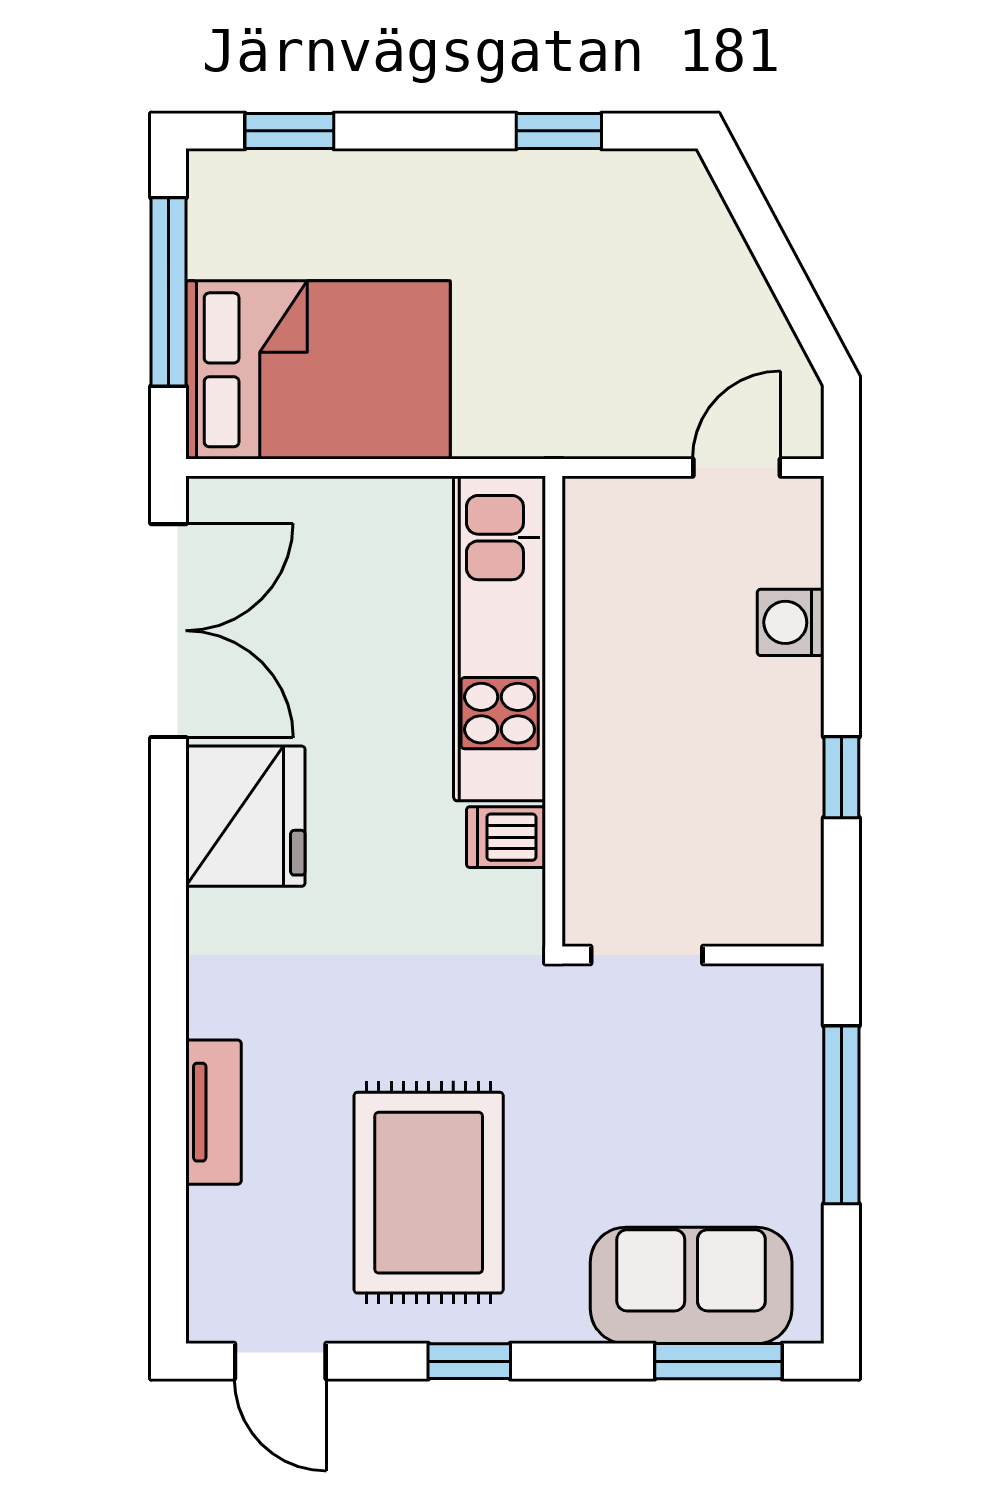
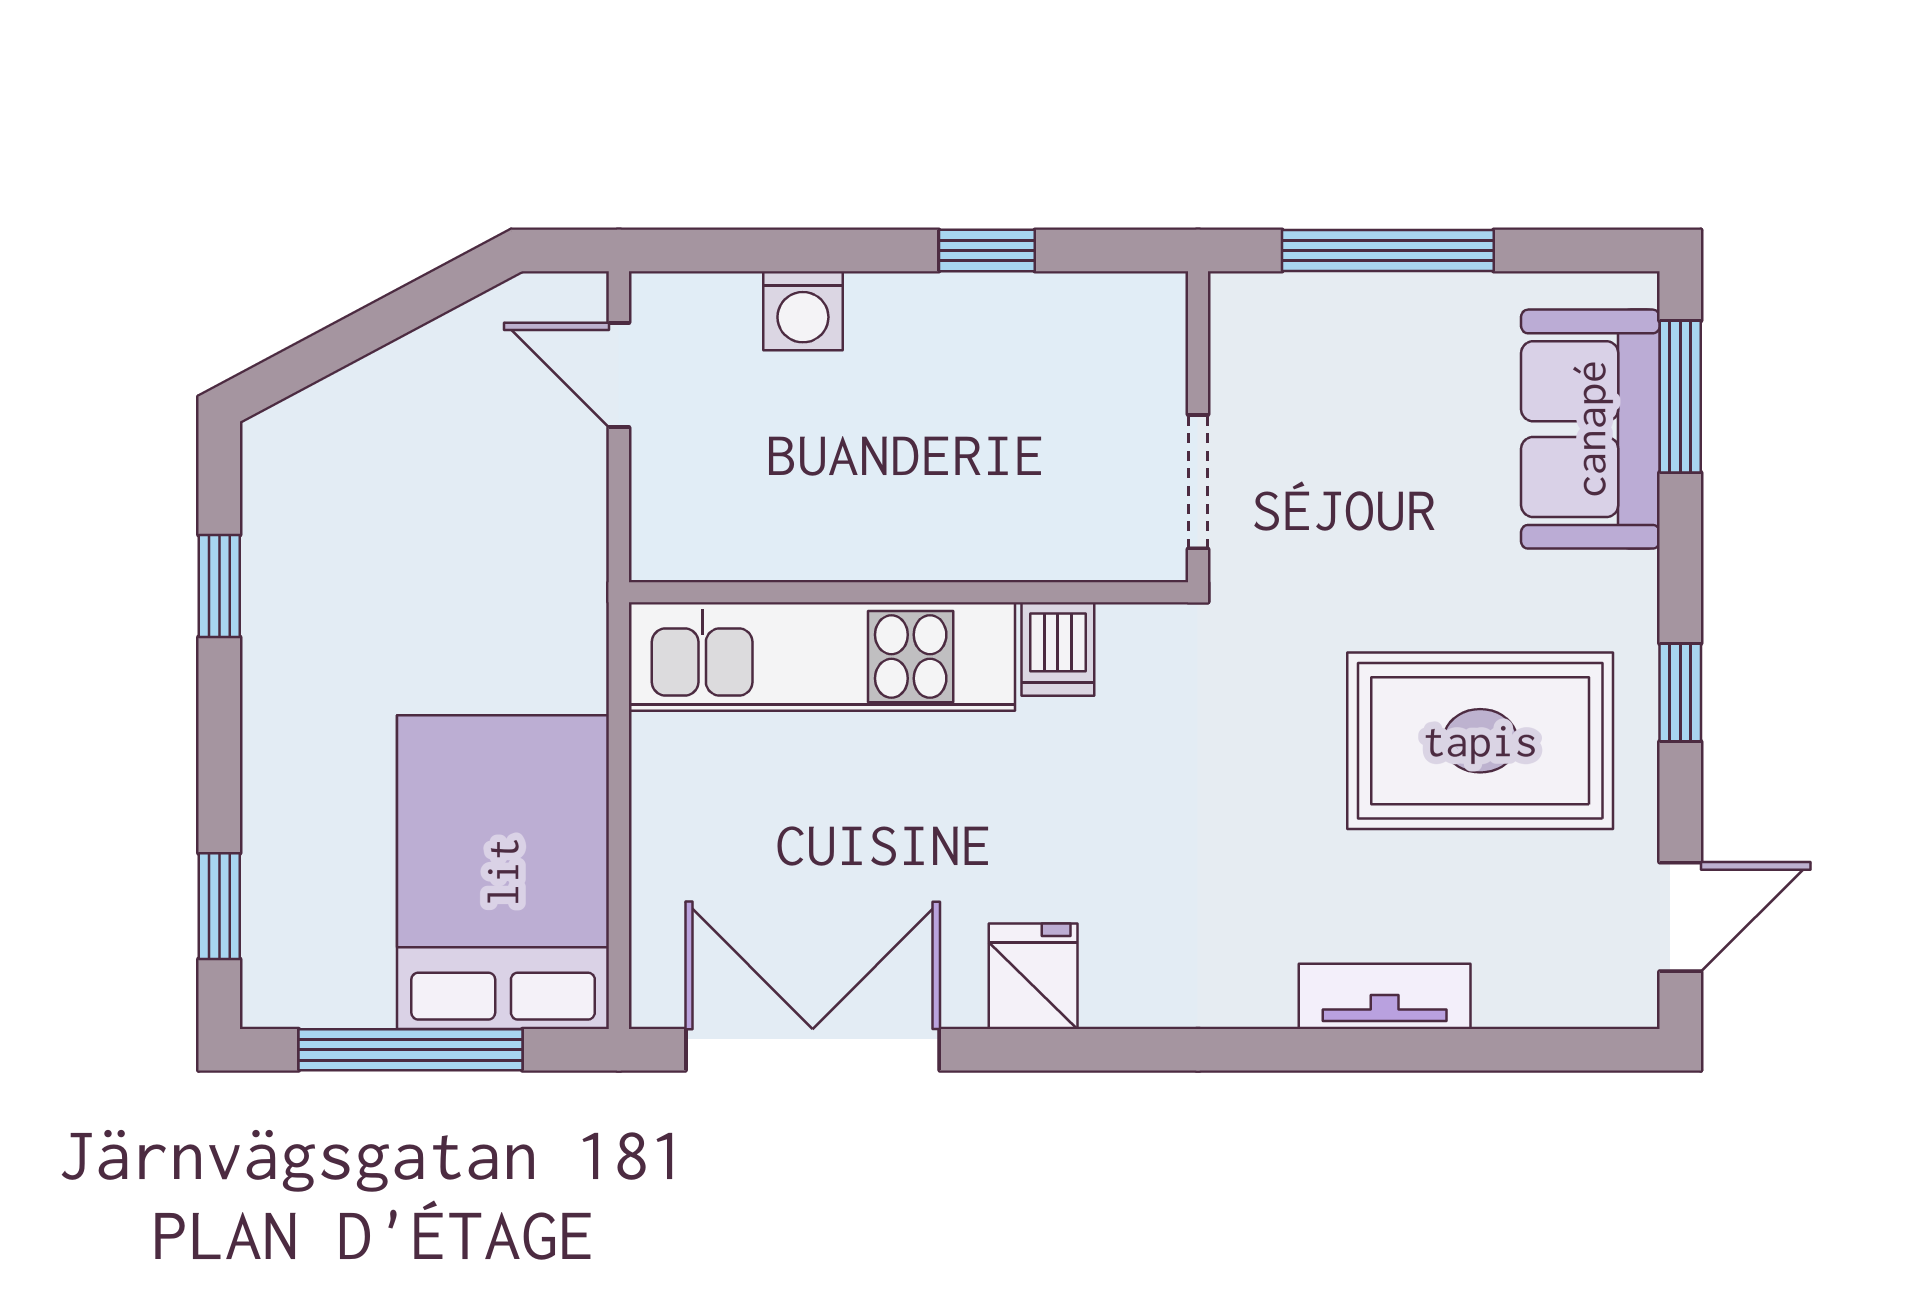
fridge: (245, 816) -> (1033, 976), width x0.53, depth x0.75

